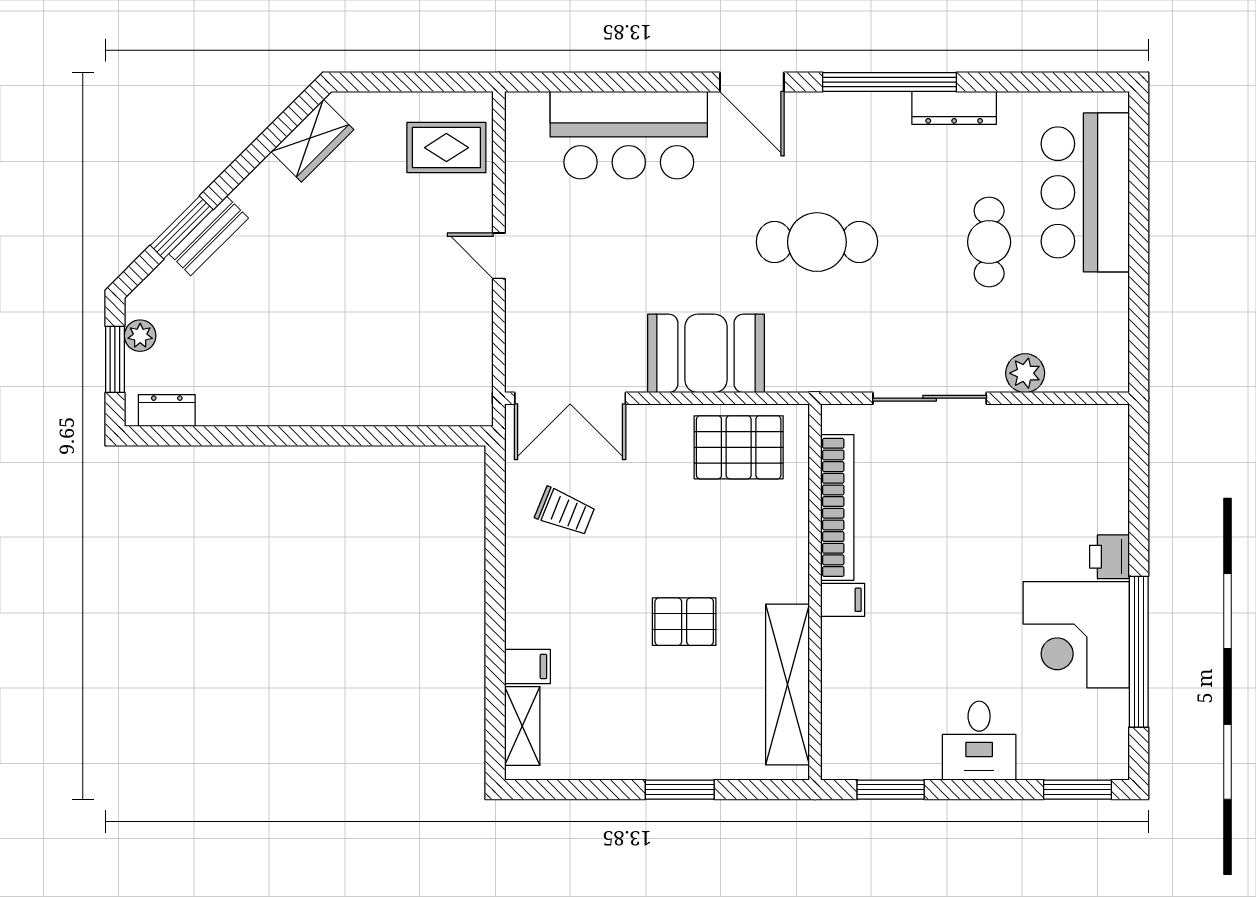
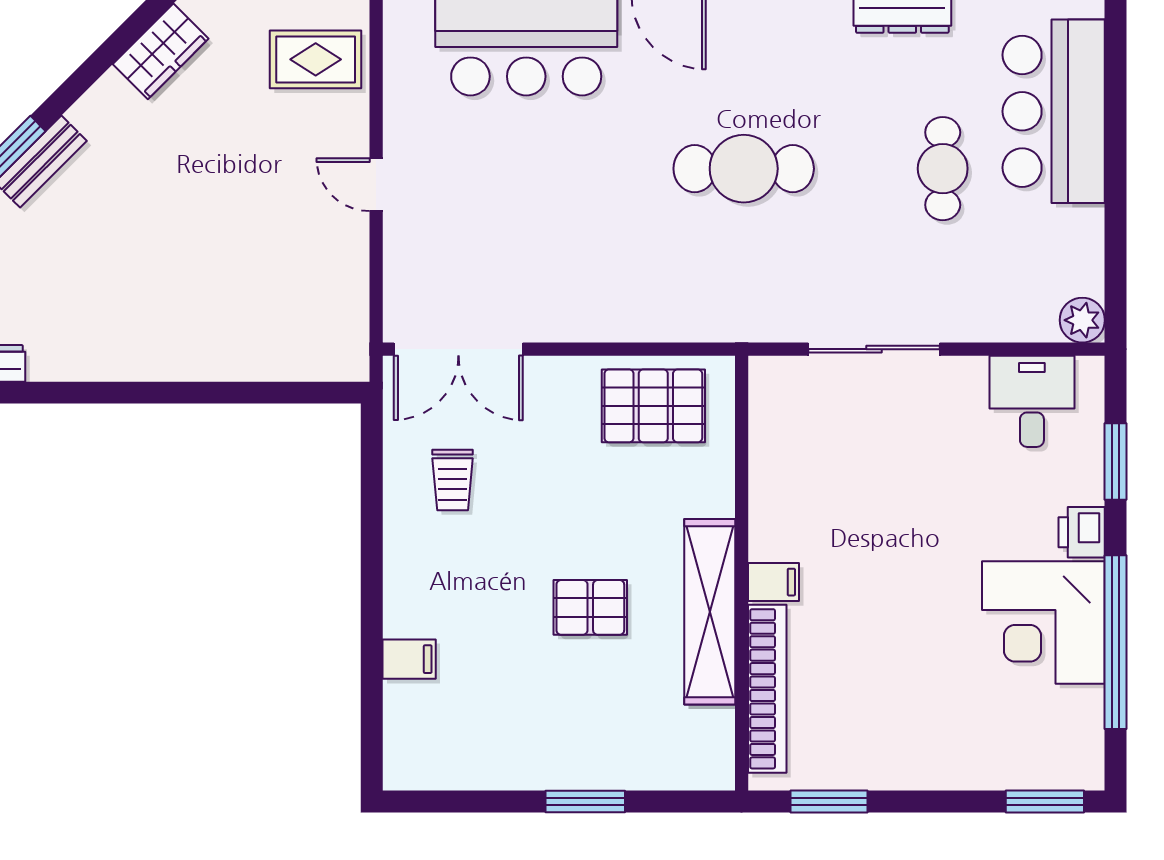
booth: (706, 353) -> (616, 297), removed
plant: (1025, 373) -> (1082, 320), moved
window: (1139, 496) -> (1116, 462), added
bookcase: (837, 507) -> (767, 689), moved
trolley: (565, 511) -> (453, 480), turned 68
shelving: (787, 685) -> (710, 612), moved
shelving: (522, 726) -> (403, 728), removed
desk: (979, 741) -> (1032, 401), moved, turned 180

